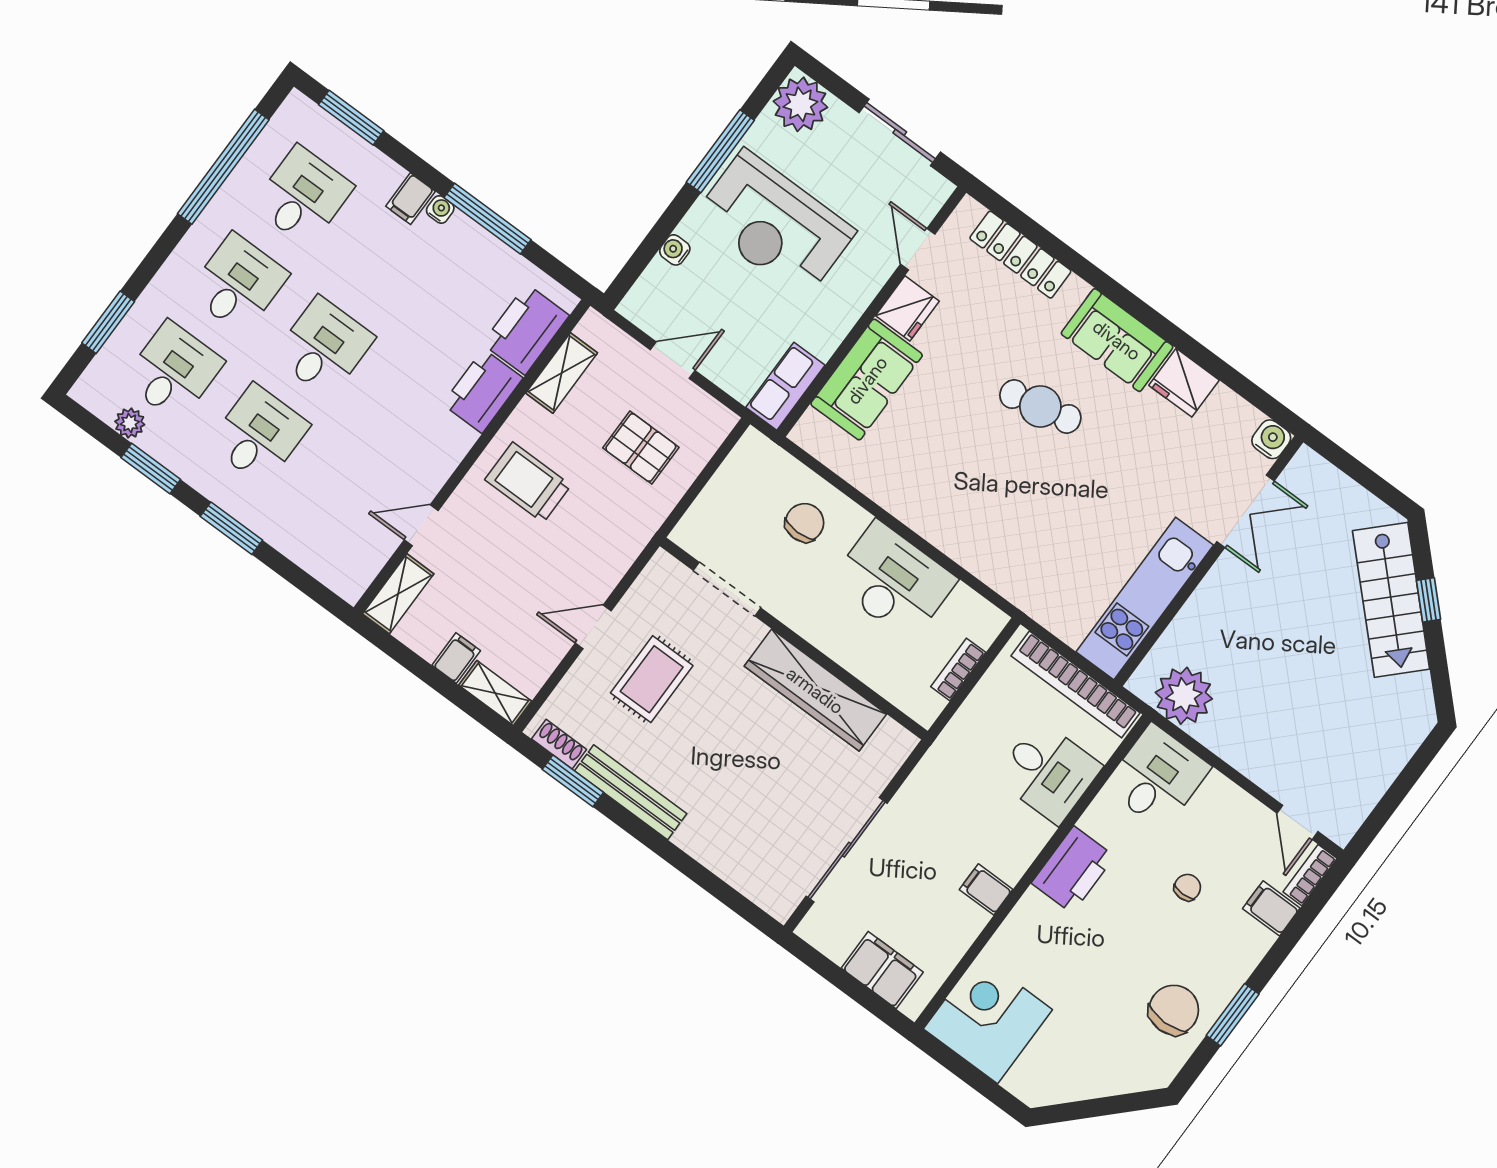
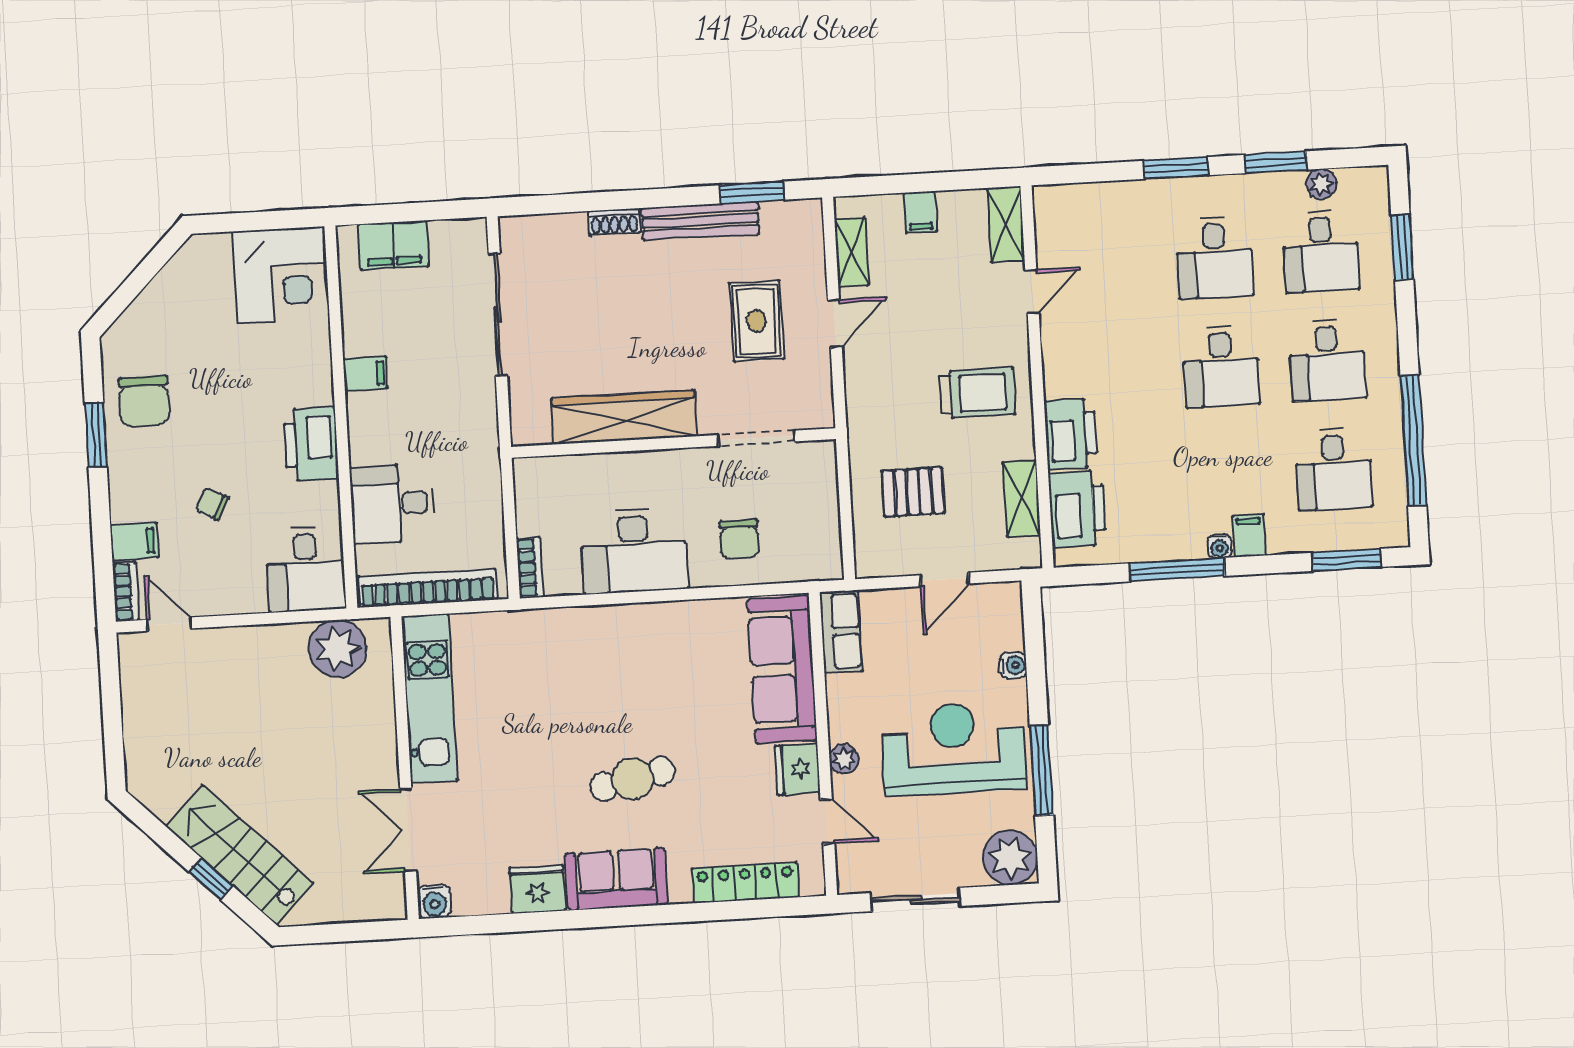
plant: (865, 286) -> (844, 759), added
sofa: (867, 380) -> (782, 669), width x1.36
bookcase: (958, 669) -> (530, 568), moved
shelving: (495, 693) -> (852, 252), moved, turned 90
shoe rack: (559, 744) -> (614, 222), moved
chair: (1187, 887) -> (212, 504), turned 117

